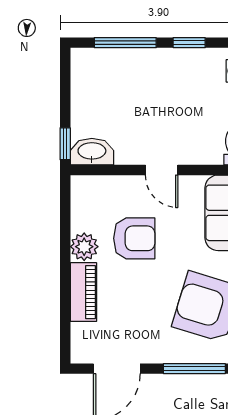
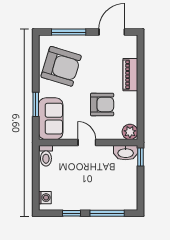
armchair: (134, 238) -> (102, 104), turned 180
plant: (84, 247) -> (130, 132), moved

